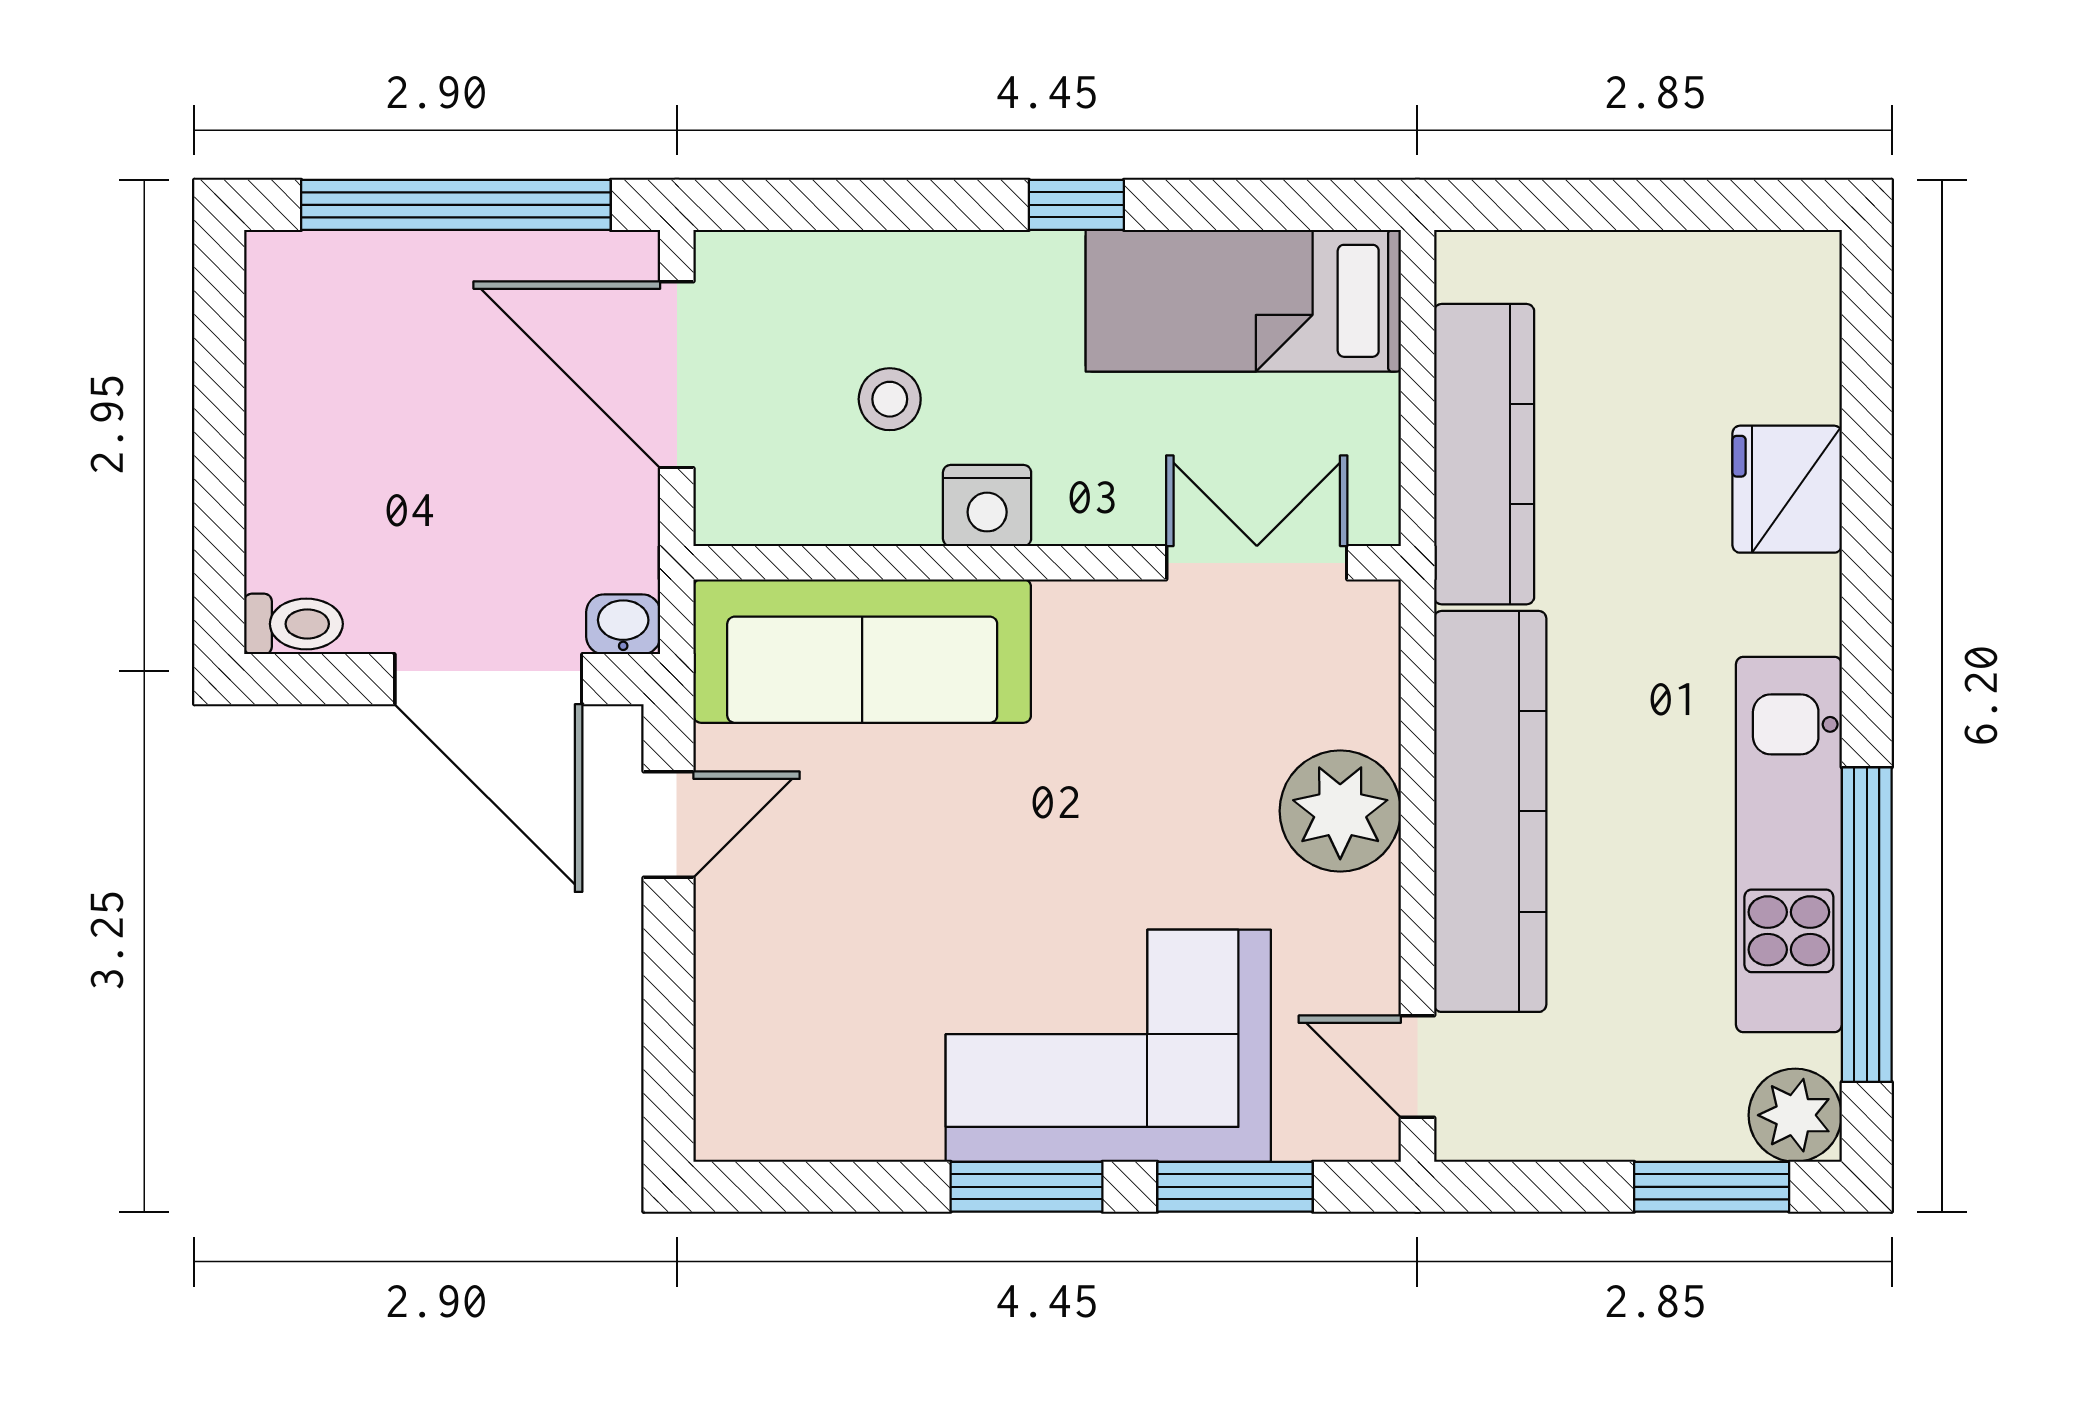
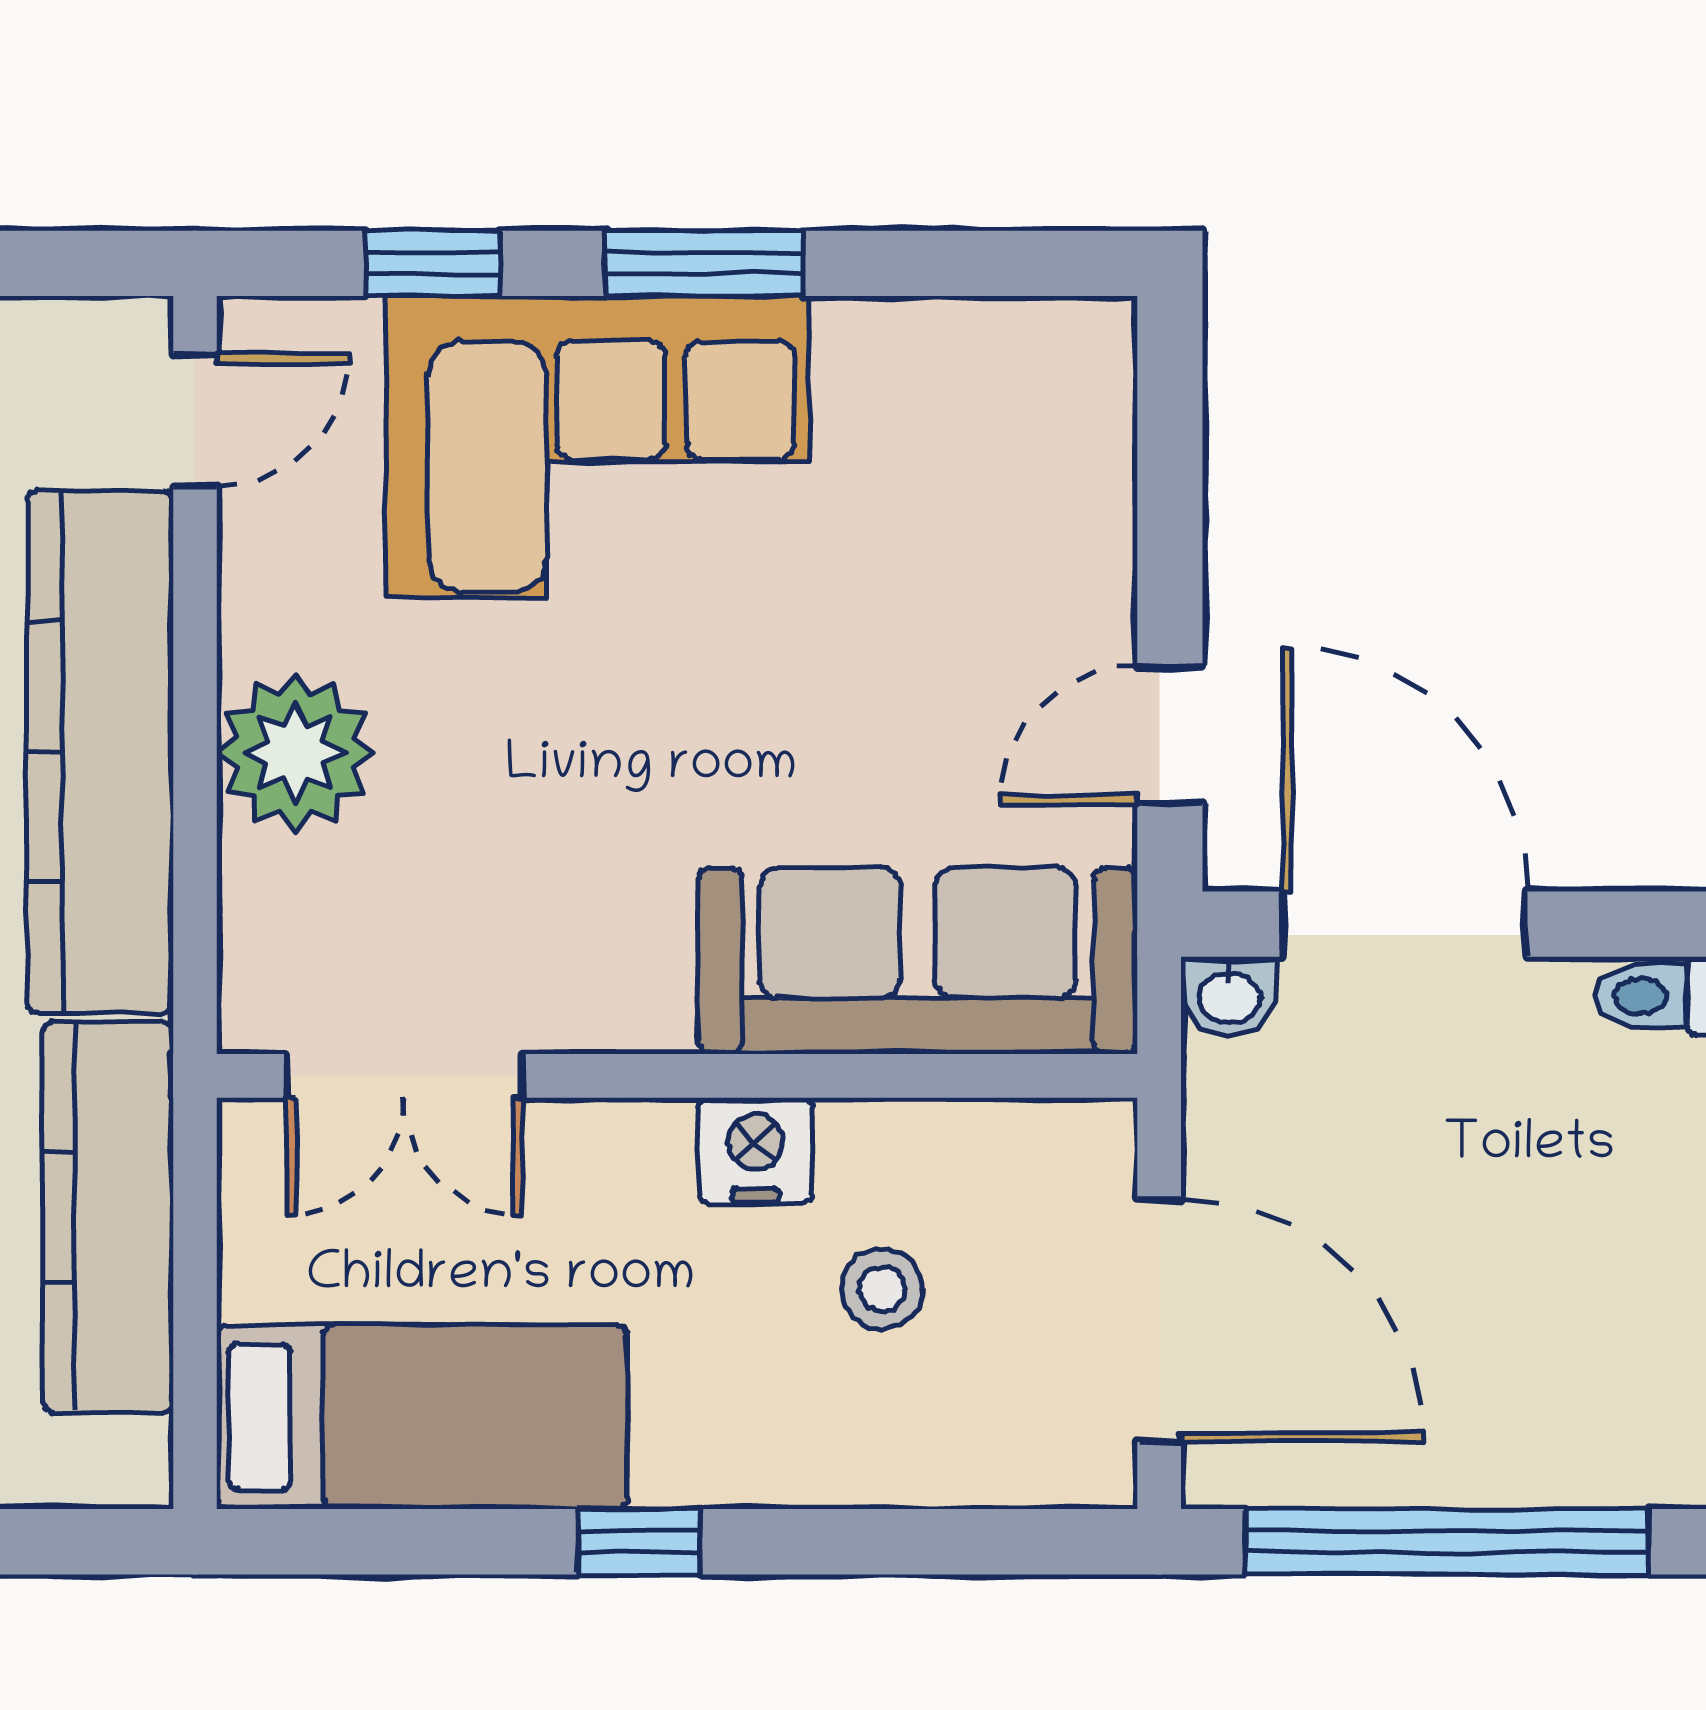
door: (1417, 1067) -> (195, 420), hinge flipped
window: (1235, 1187) -> (432, 263), width x0.67

